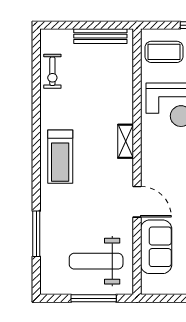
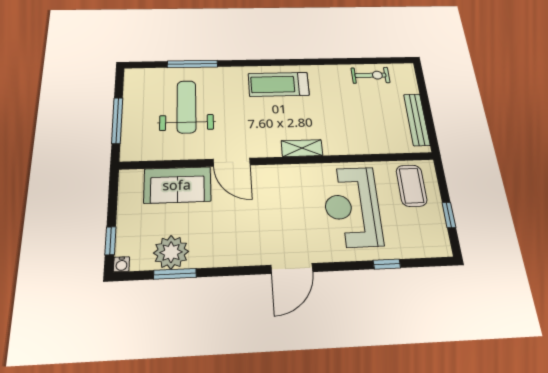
exercise bike: (52, 71) -> (370, 75), turned 180
door: (137, 202) -> (232, 162), hinge flipped
weight bench: (96, 261) -> (187, 107), moved

